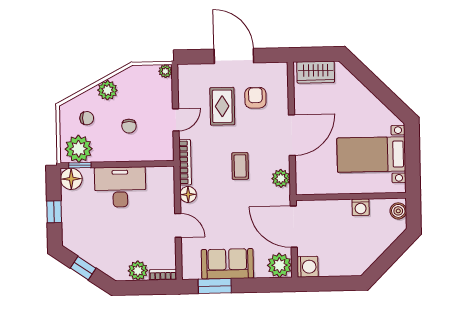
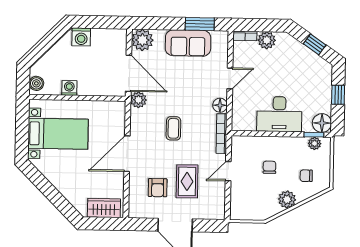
plant: (165, 71) -> (236, 214), removed
plant: (79, 149) -> (315, 143), width x0.53, depth x0.53
plant: (281, 178) -> (138, 100), moved
door: (178, 225) -> (230, 78), swing flipped
washing machine: (308, 267) -> (81, 37), moved, turned -90

